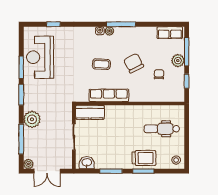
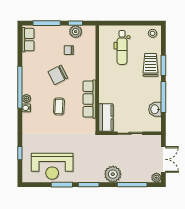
window: (121, 24) -> (20, 87), width x1.46
plant: (178, 61) -> (76, 32), moved
washbasin: (87, 163) -> (155, 109), moved
window: (111, 171) -> (163, 97), width x1.44

